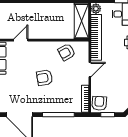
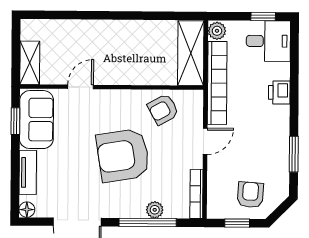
armchair: (45, 78) -> (123, 155), width x1.88, depth x1.88
armchair: (99, 103) -> (250, 195), moved
plant: (62, 108) -> (155, 210), added

